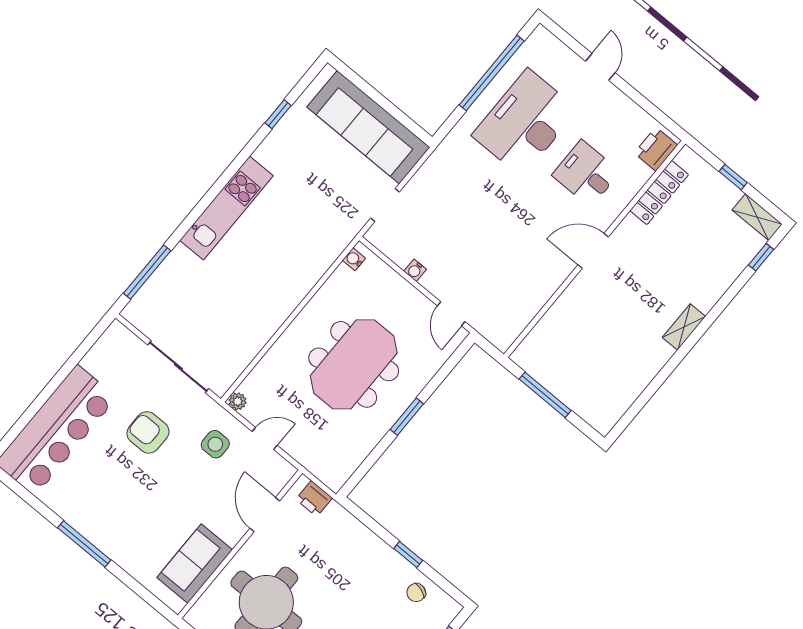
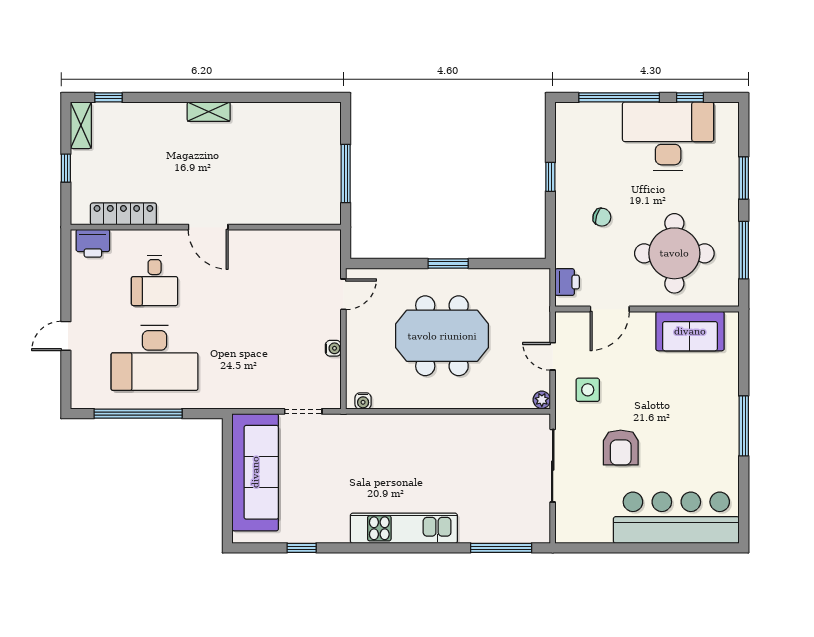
chair: (416, 593) -> (602, 217), moved

